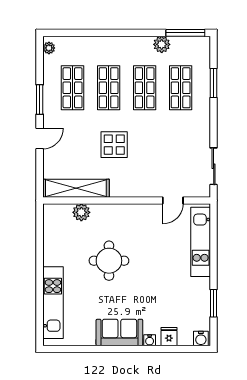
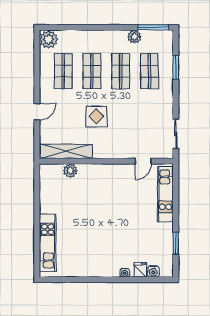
plant: (49, 48) -> (49, 39), width x1.88, depth x1.88
window: (40, 99) -> (37, 81), removed
round table: (109, 261) -> (92, 209), removed
sofa: (119, 332) -> (101, 266), removed
water cooler: (201, 339) -> (153, 271), moved

